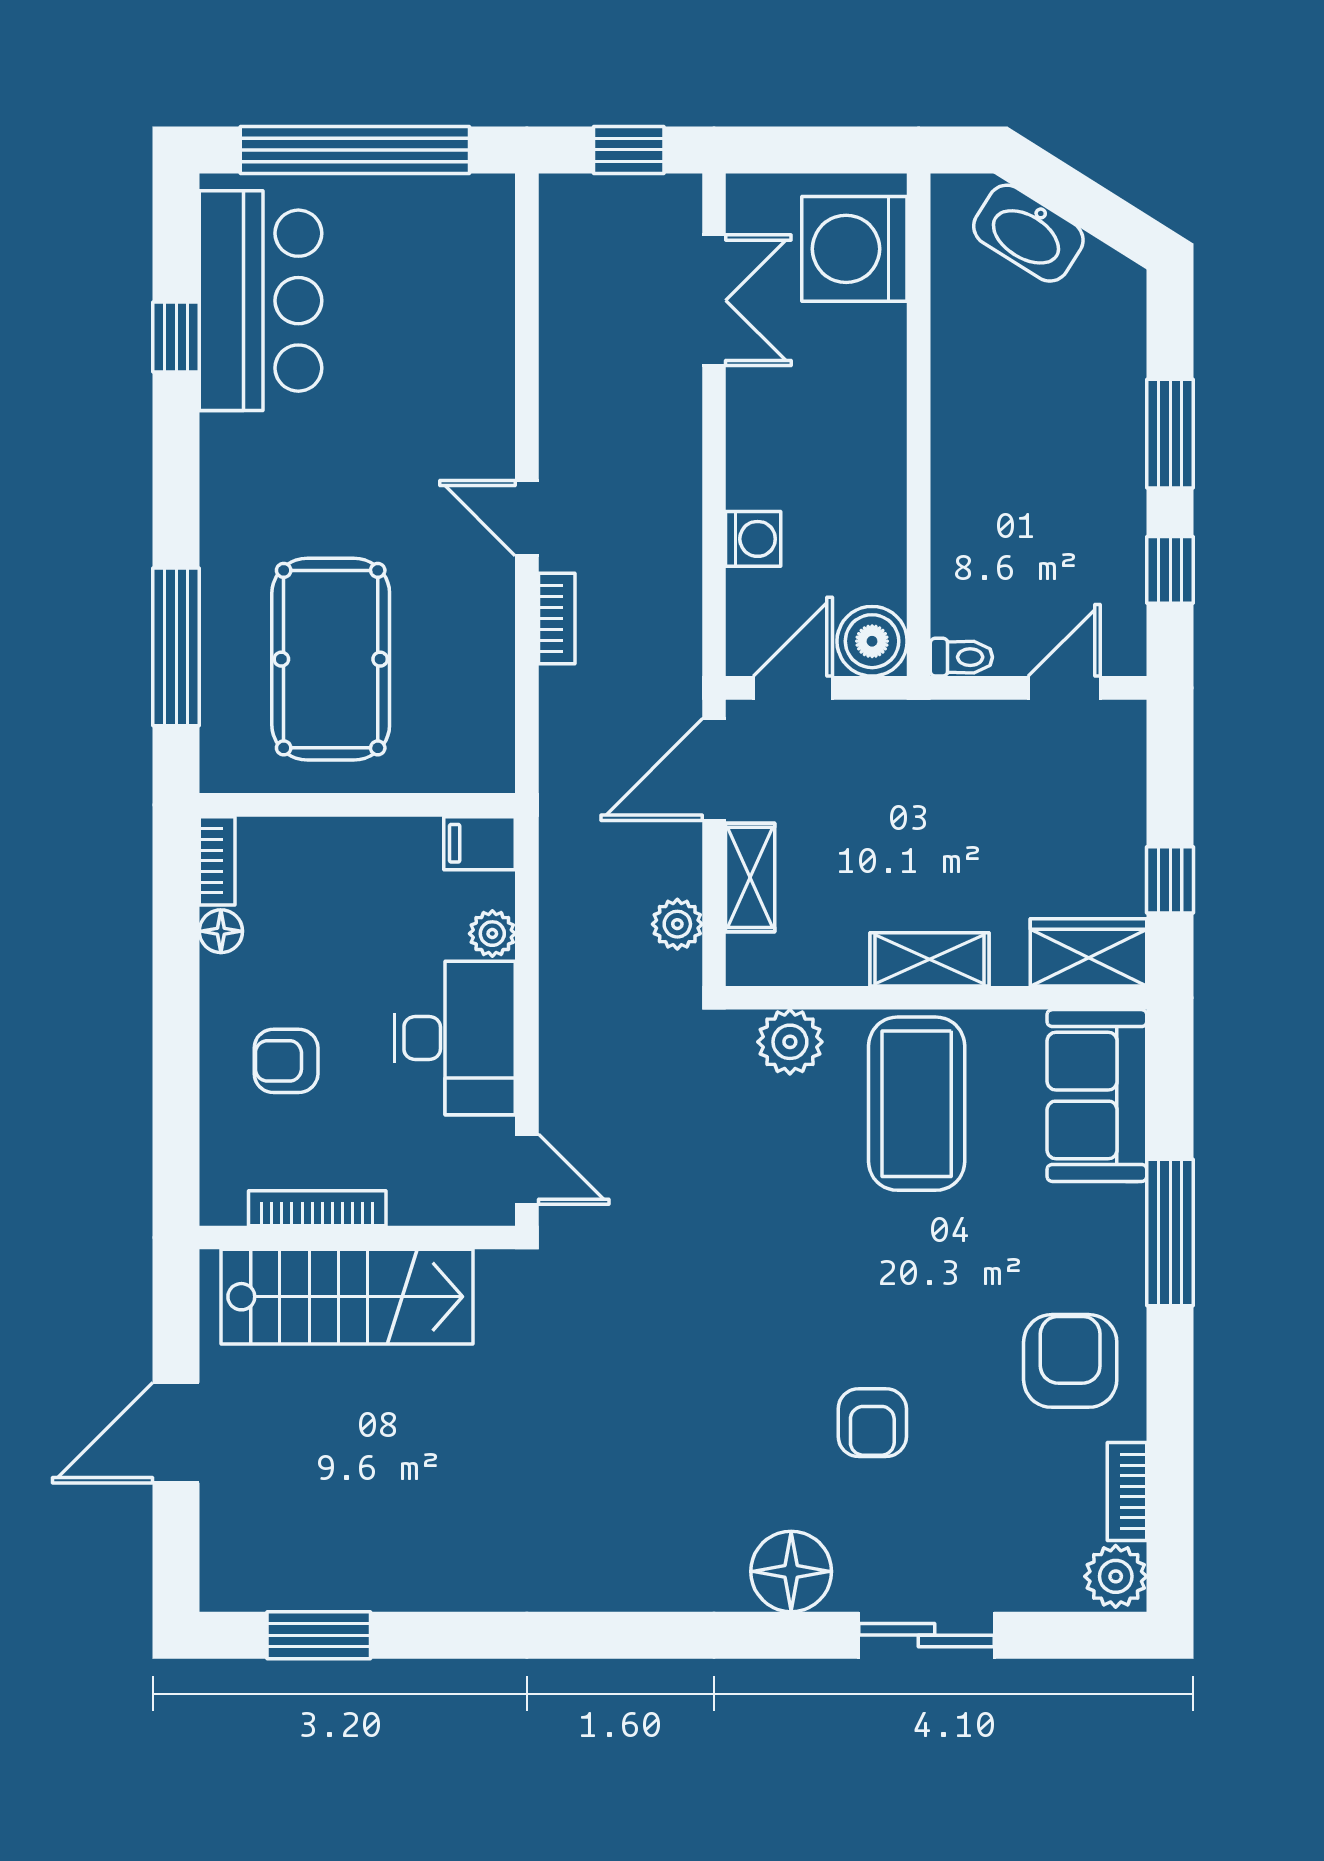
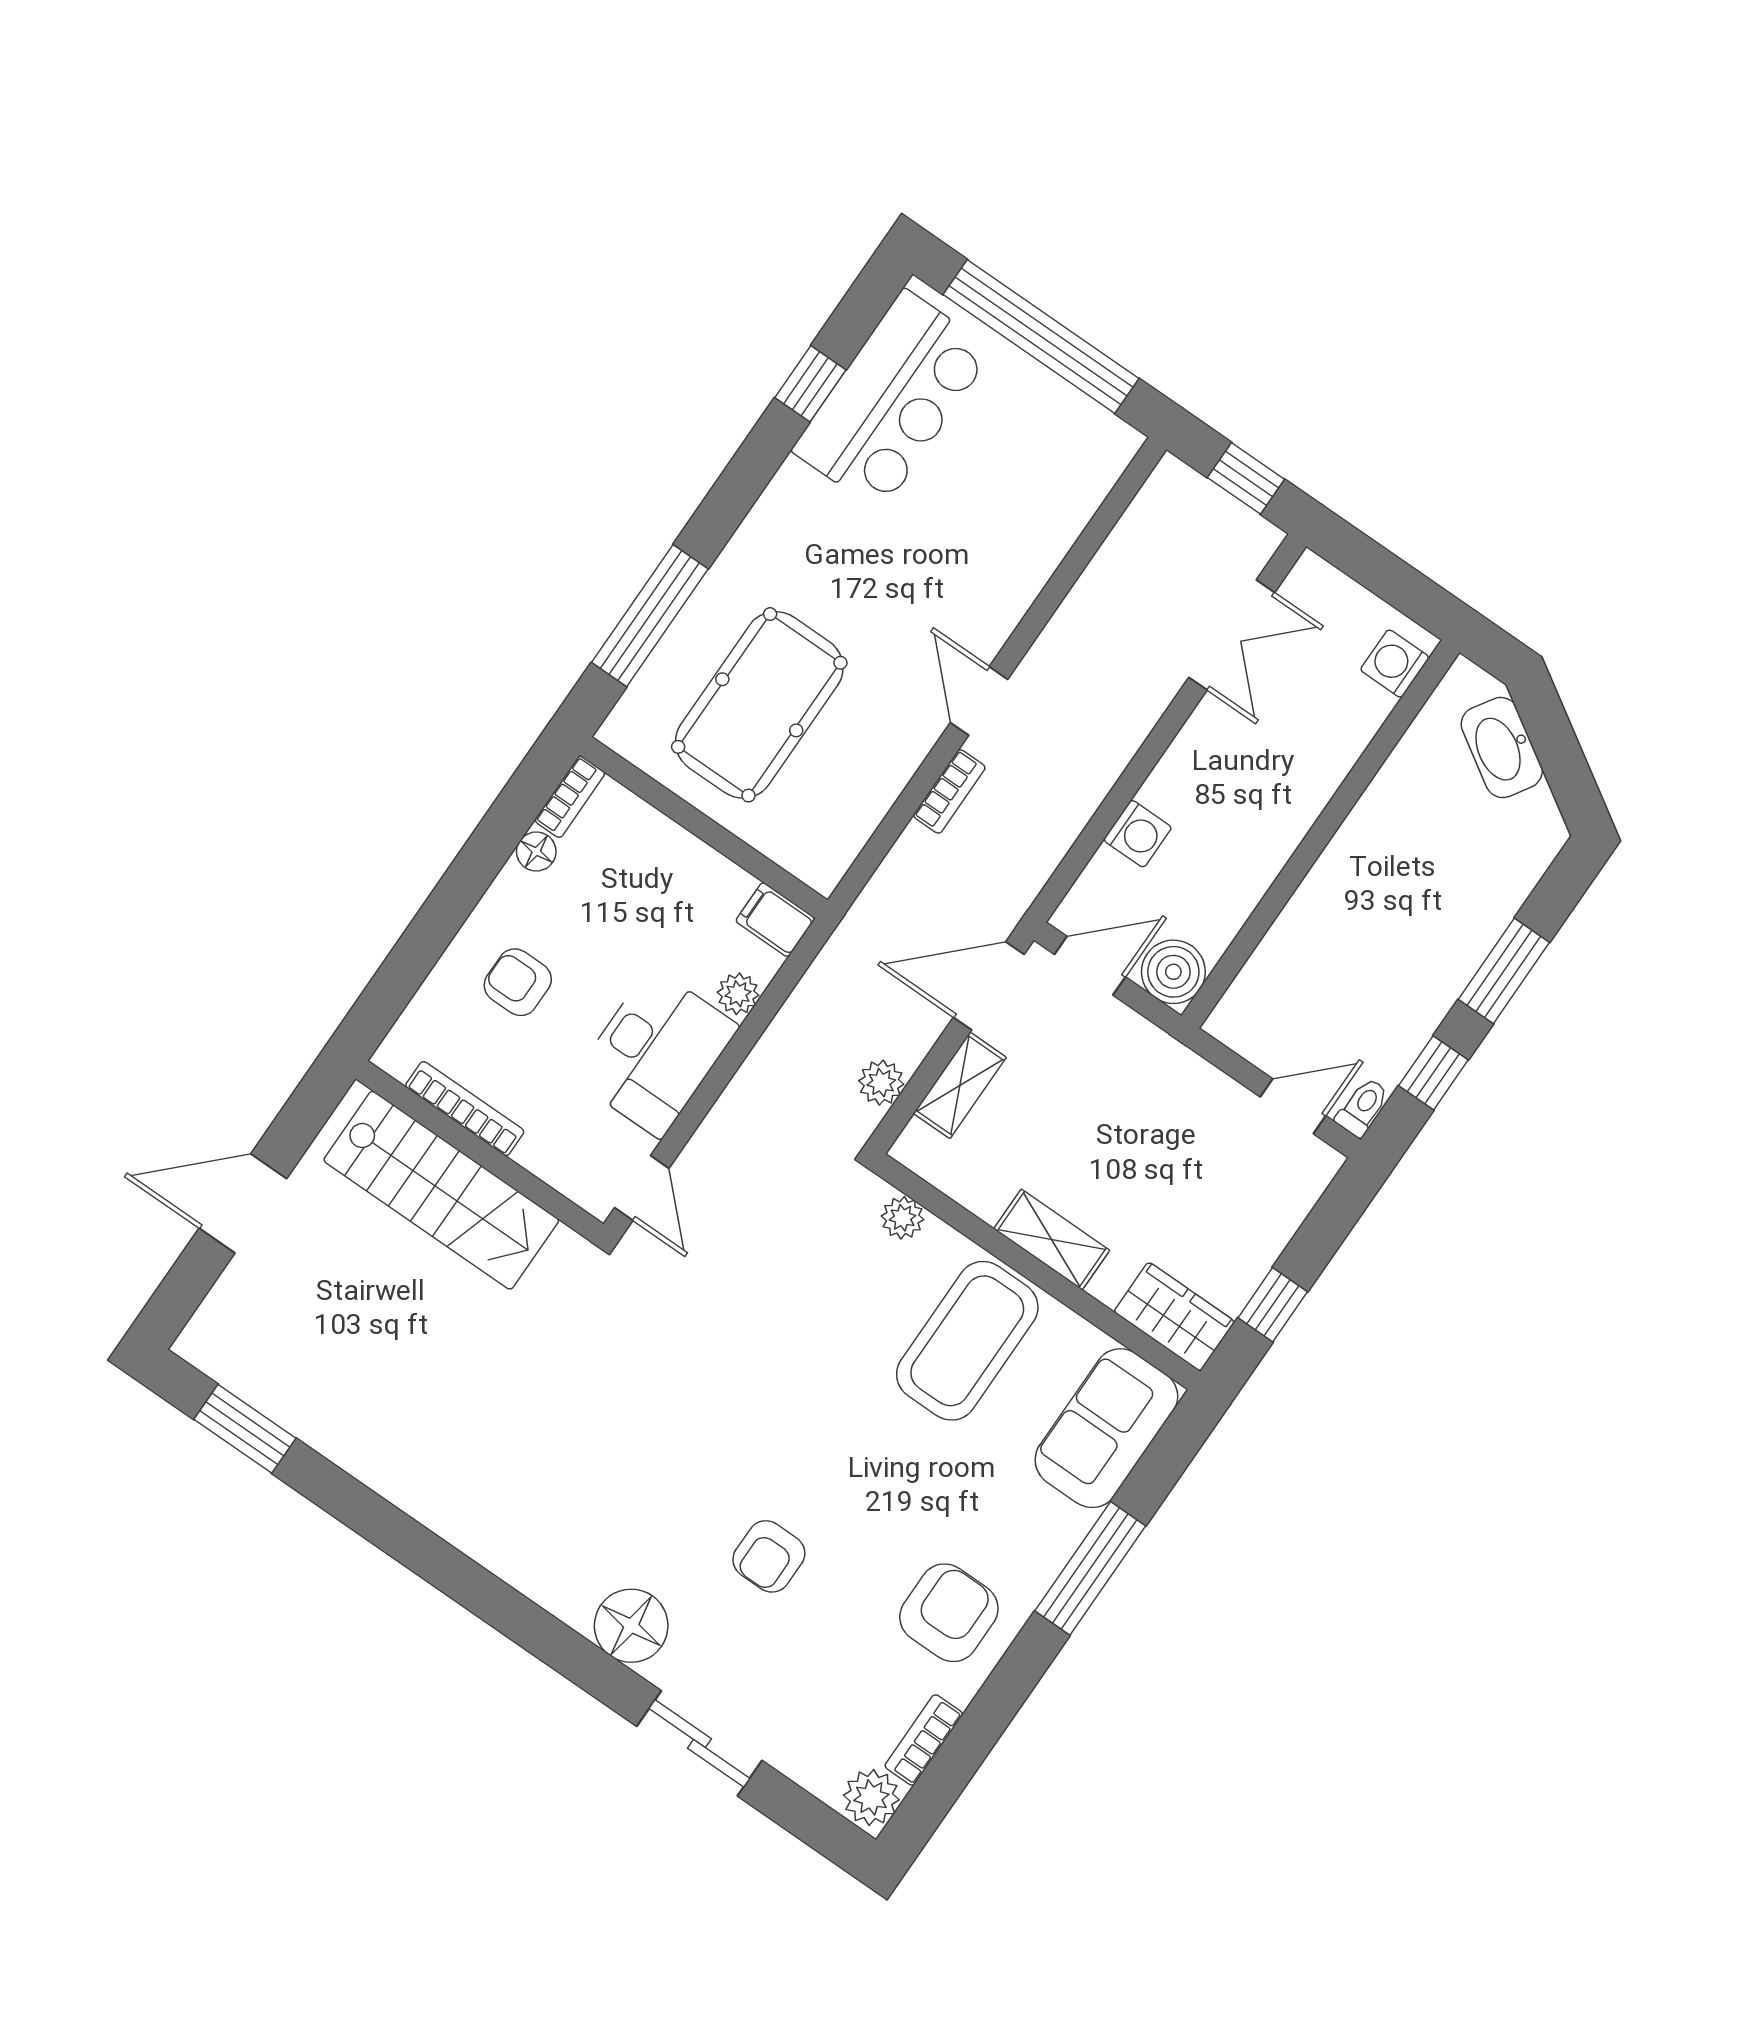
washing machine: (854, 249) -> (1395, 664), width x0.53, depth x0.53
toilet: (961, 657) -> (1363, 1107), moved, turned -90
plant: (790, 1042) -> (903, 1218), width x0.73, depth x0.73

